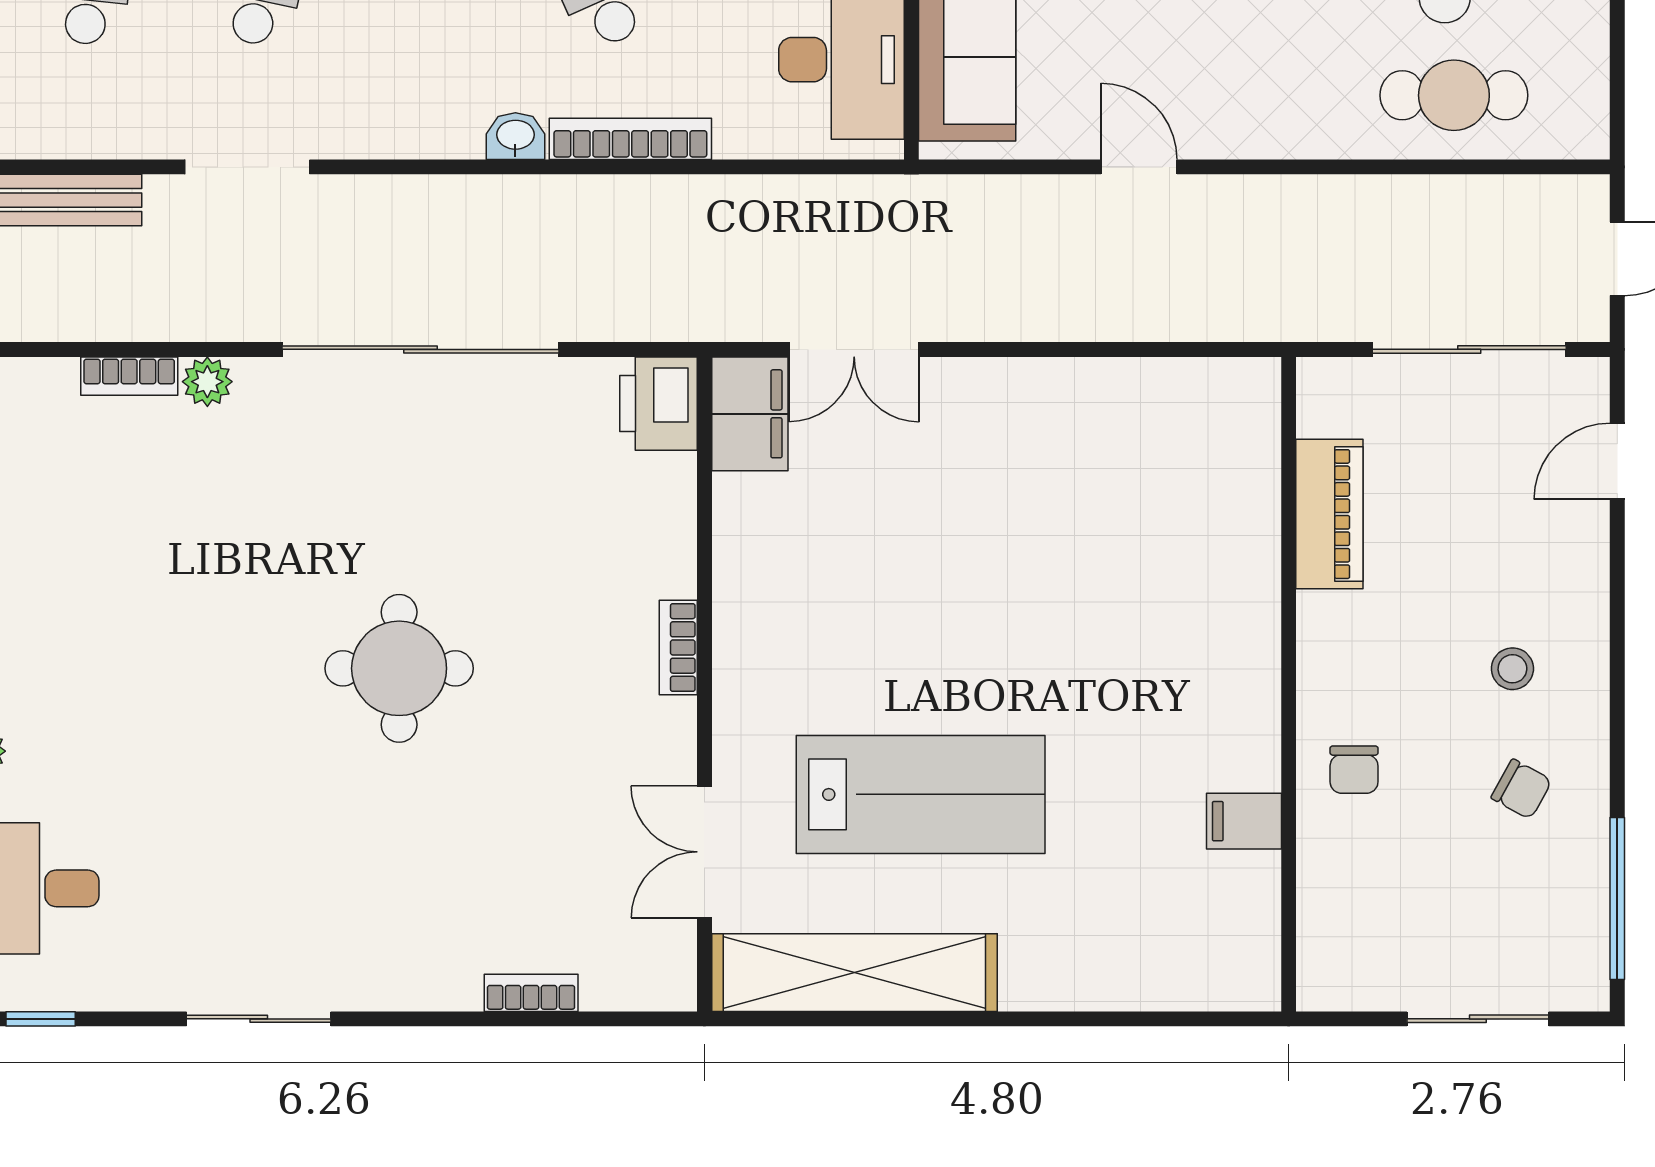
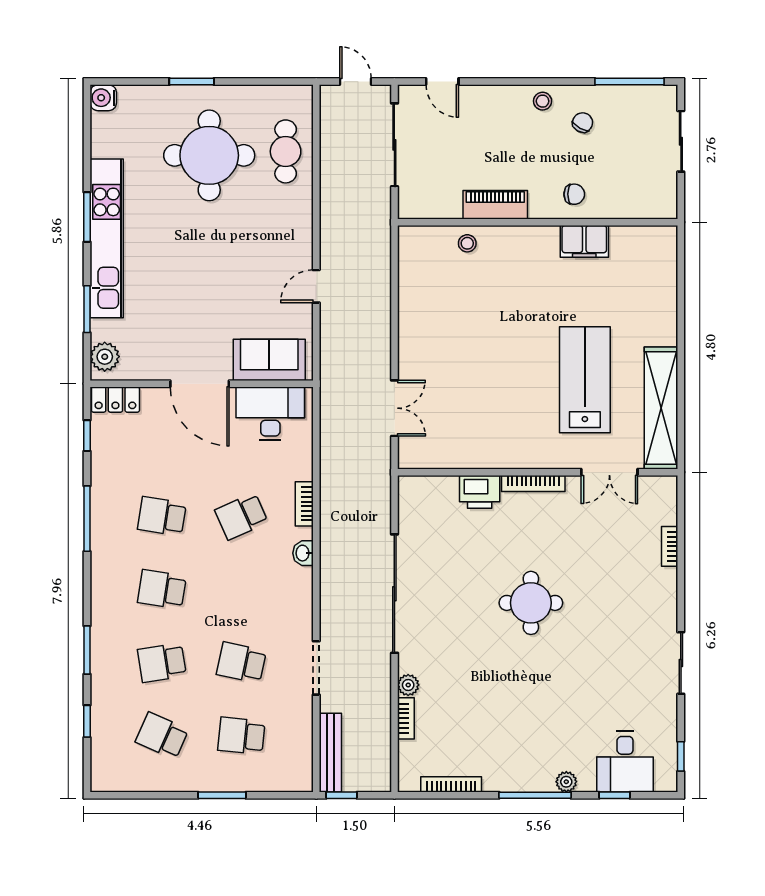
bookcase: (630, 139) -> (304, 504), width x0.64
printer: (658, 404) -> (480, 492), moved
filing cabinet: (750, 414) -> (422, 453), removed
piano: (1329, 514) -> (495, 205), moved
stool: (1239, 520) -> (467, 243), added
bookcase: (678, 647) -> (533, 483), width x1.56
stool: (1512, 669) -> (543, 101), moved
filing cabinet: (1244, 821) -> (584, 241), width x2.00

